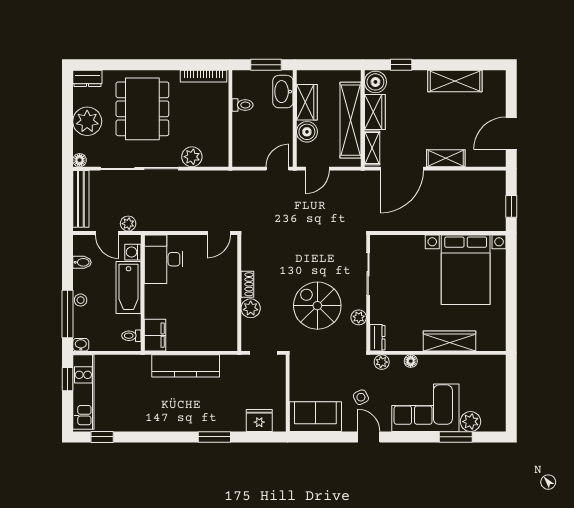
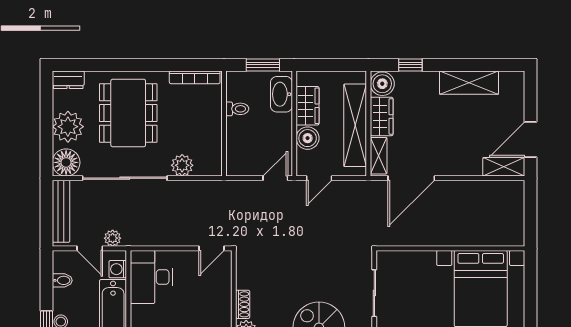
shelving: (446, 158) -> (504, 167), moved
floor lamp: (80, 160) -> (66, 162), width x1.89, depth x1.89
window: (511, 206) -> (530, 219), removed

